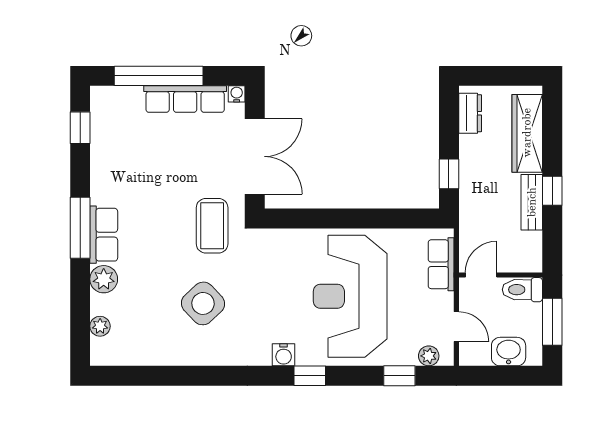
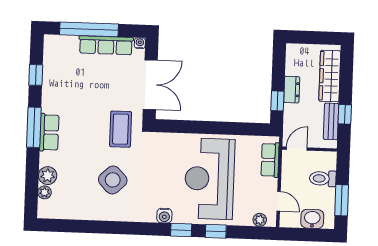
dresser: (470, 113) -> (292, 90), moved
window: (80, 128) -> (36, 75), moved
door: (481, 275) -> (297, 149), moved
wall: (501, 275) -> (310, 149), moved
plant: (104, 279) -> (48, 176), moved
window: (399, 376) -> (216, 231), moved

